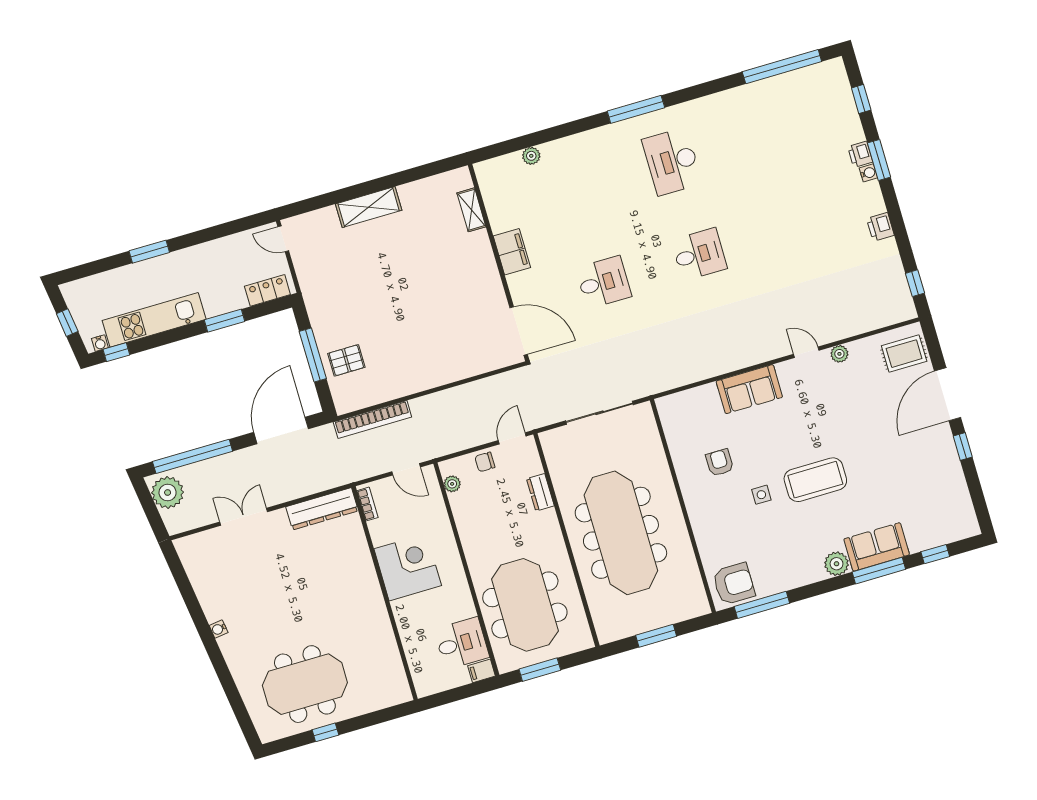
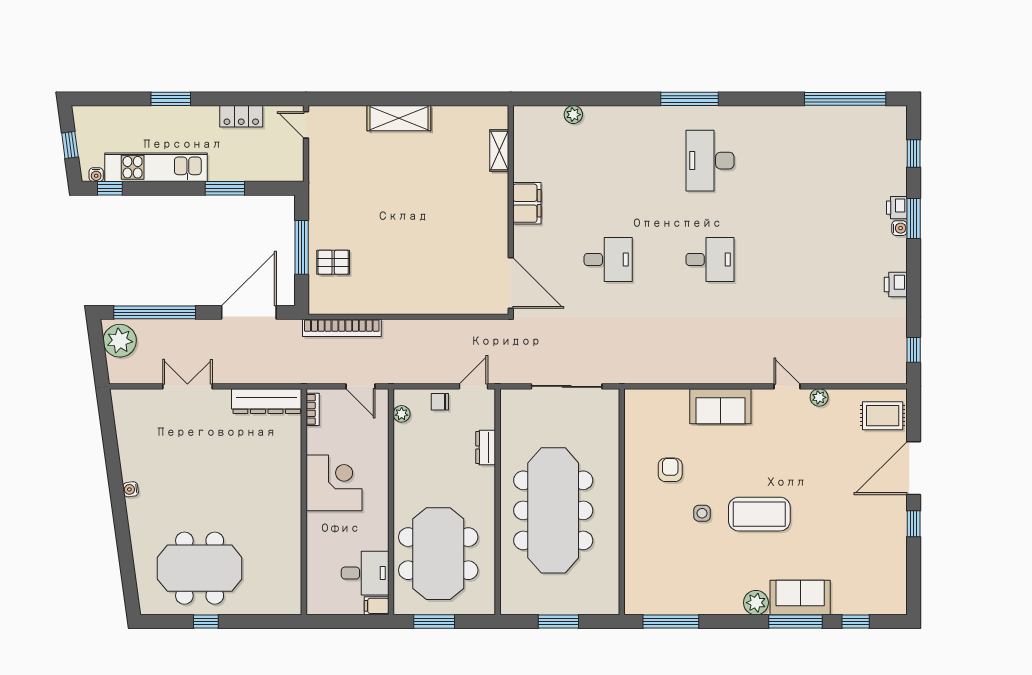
locker: (267, 290) -> (241, 116), moved, turned 180
armchair: (734, 584) -> (649, 593), removed

